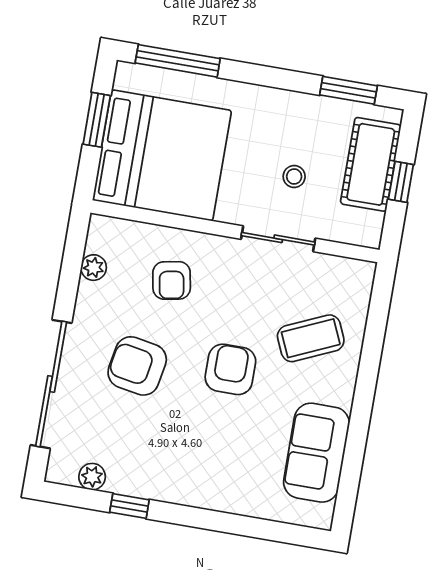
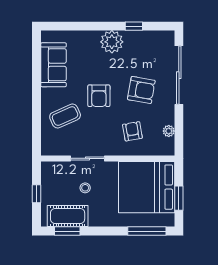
cot: (371, 164) -> (68, 216), moved, turned 90
plant: (92, 477) -> (112, 42), moved, width x1.88, depth x1.88

